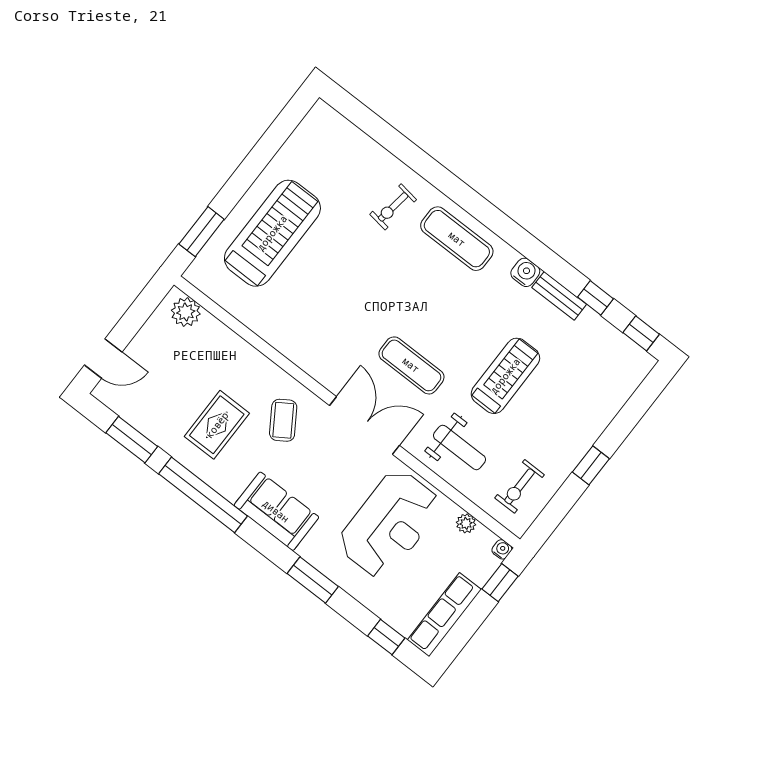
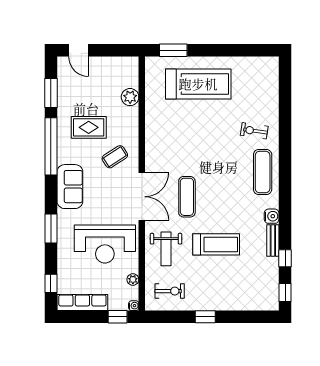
plant: (186, 312) -> (130, 97), moved
exercise bike: (520, 486) -> (170, 291), turned 180

